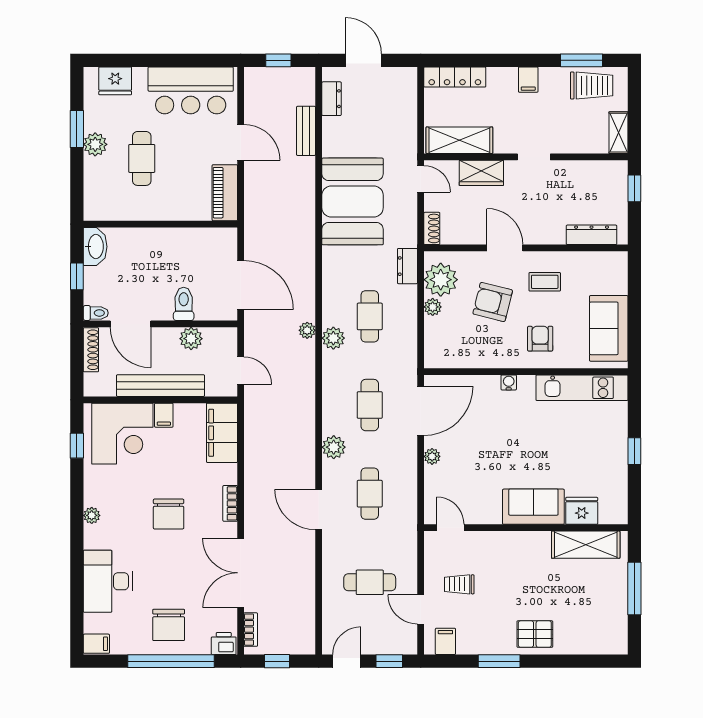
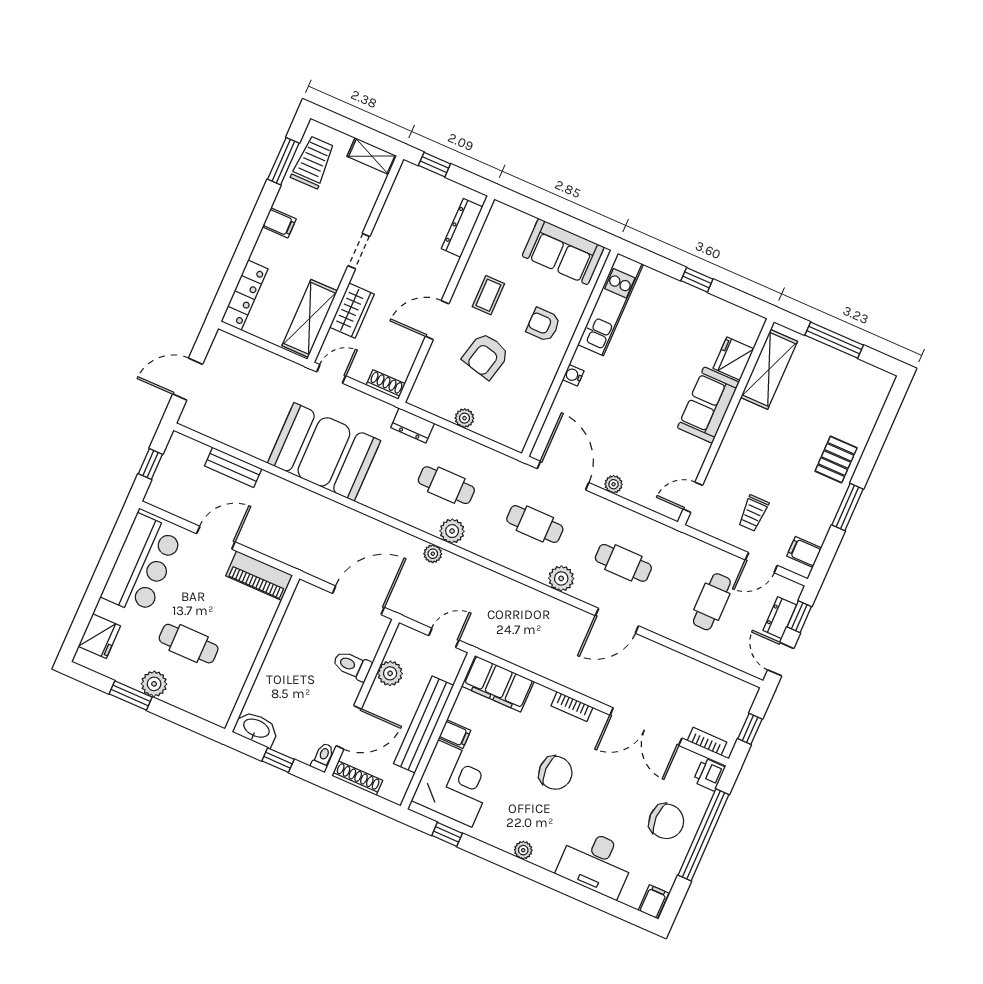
dresser: (332, 99) -> (780, 618), moved, turned -90
plant: (441, 280) -> (441, 398), removed

